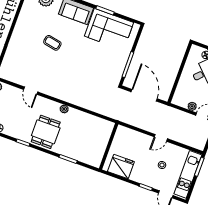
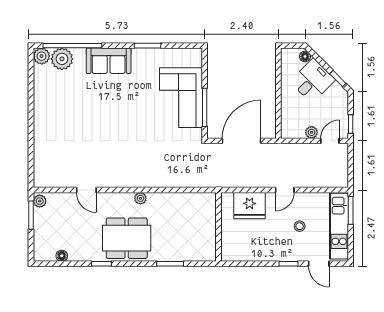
corner sofa: (109, 29) -> (181, 98), moved, turned 90
coffee table: (52, 43) -> (92, 115), removed
door: (144, 95) -> (241, 141), hinge flipped
dining table: (46, 132) -> (127, 238), width x1.37
fridge: (121, 167) -> (250, 206), moved, turned 180

